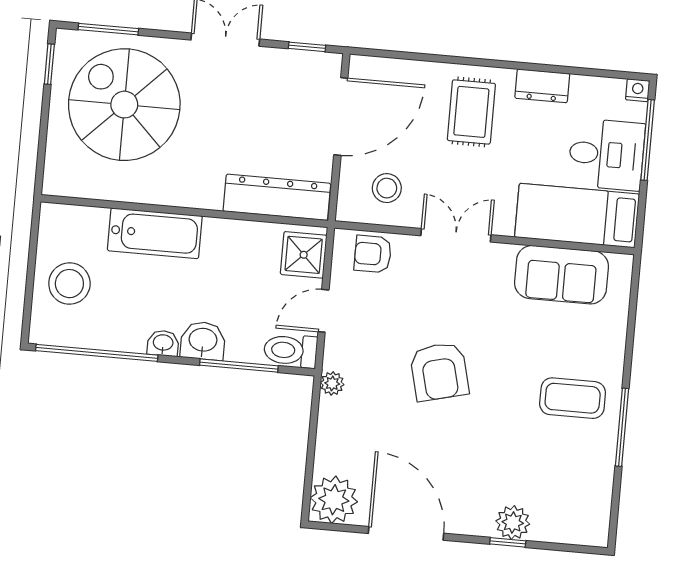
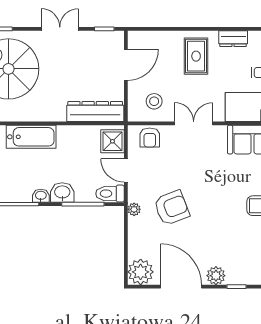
door: (341, 117) -> (126, 65), width x0.73
armchair: (373, 254) -> (150, 138), turned -90
door: (323, 311) -> (126, 171), hinge flipped
armchair: (439, 372) -> (172, 208), moved, turned -97
plant: (513, 523) -> (216, 276), moved

